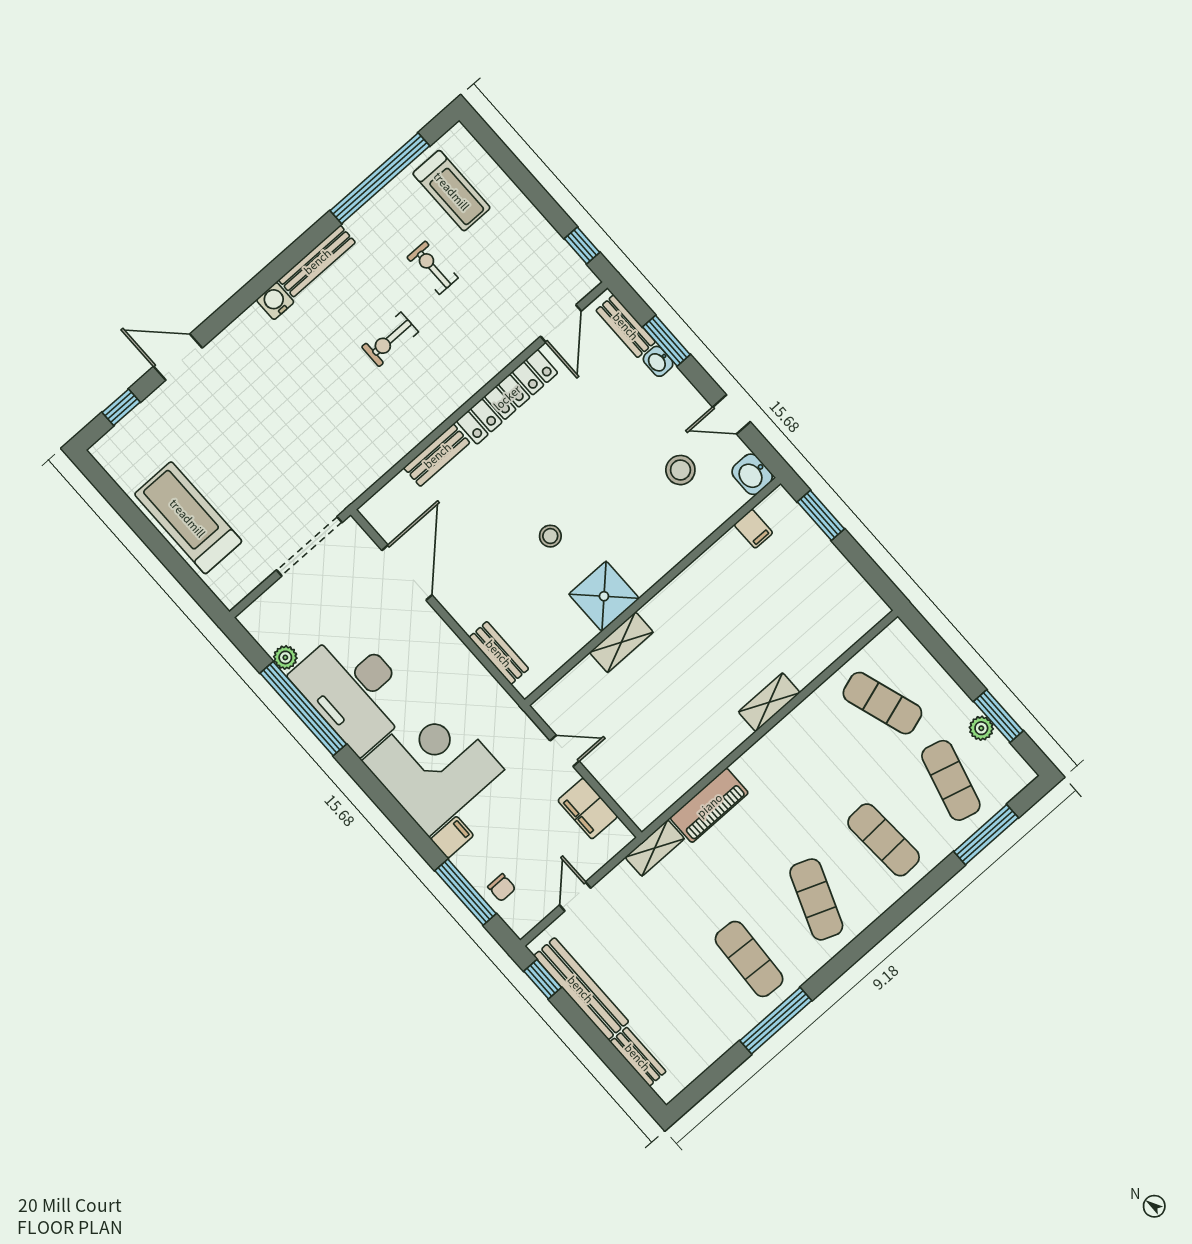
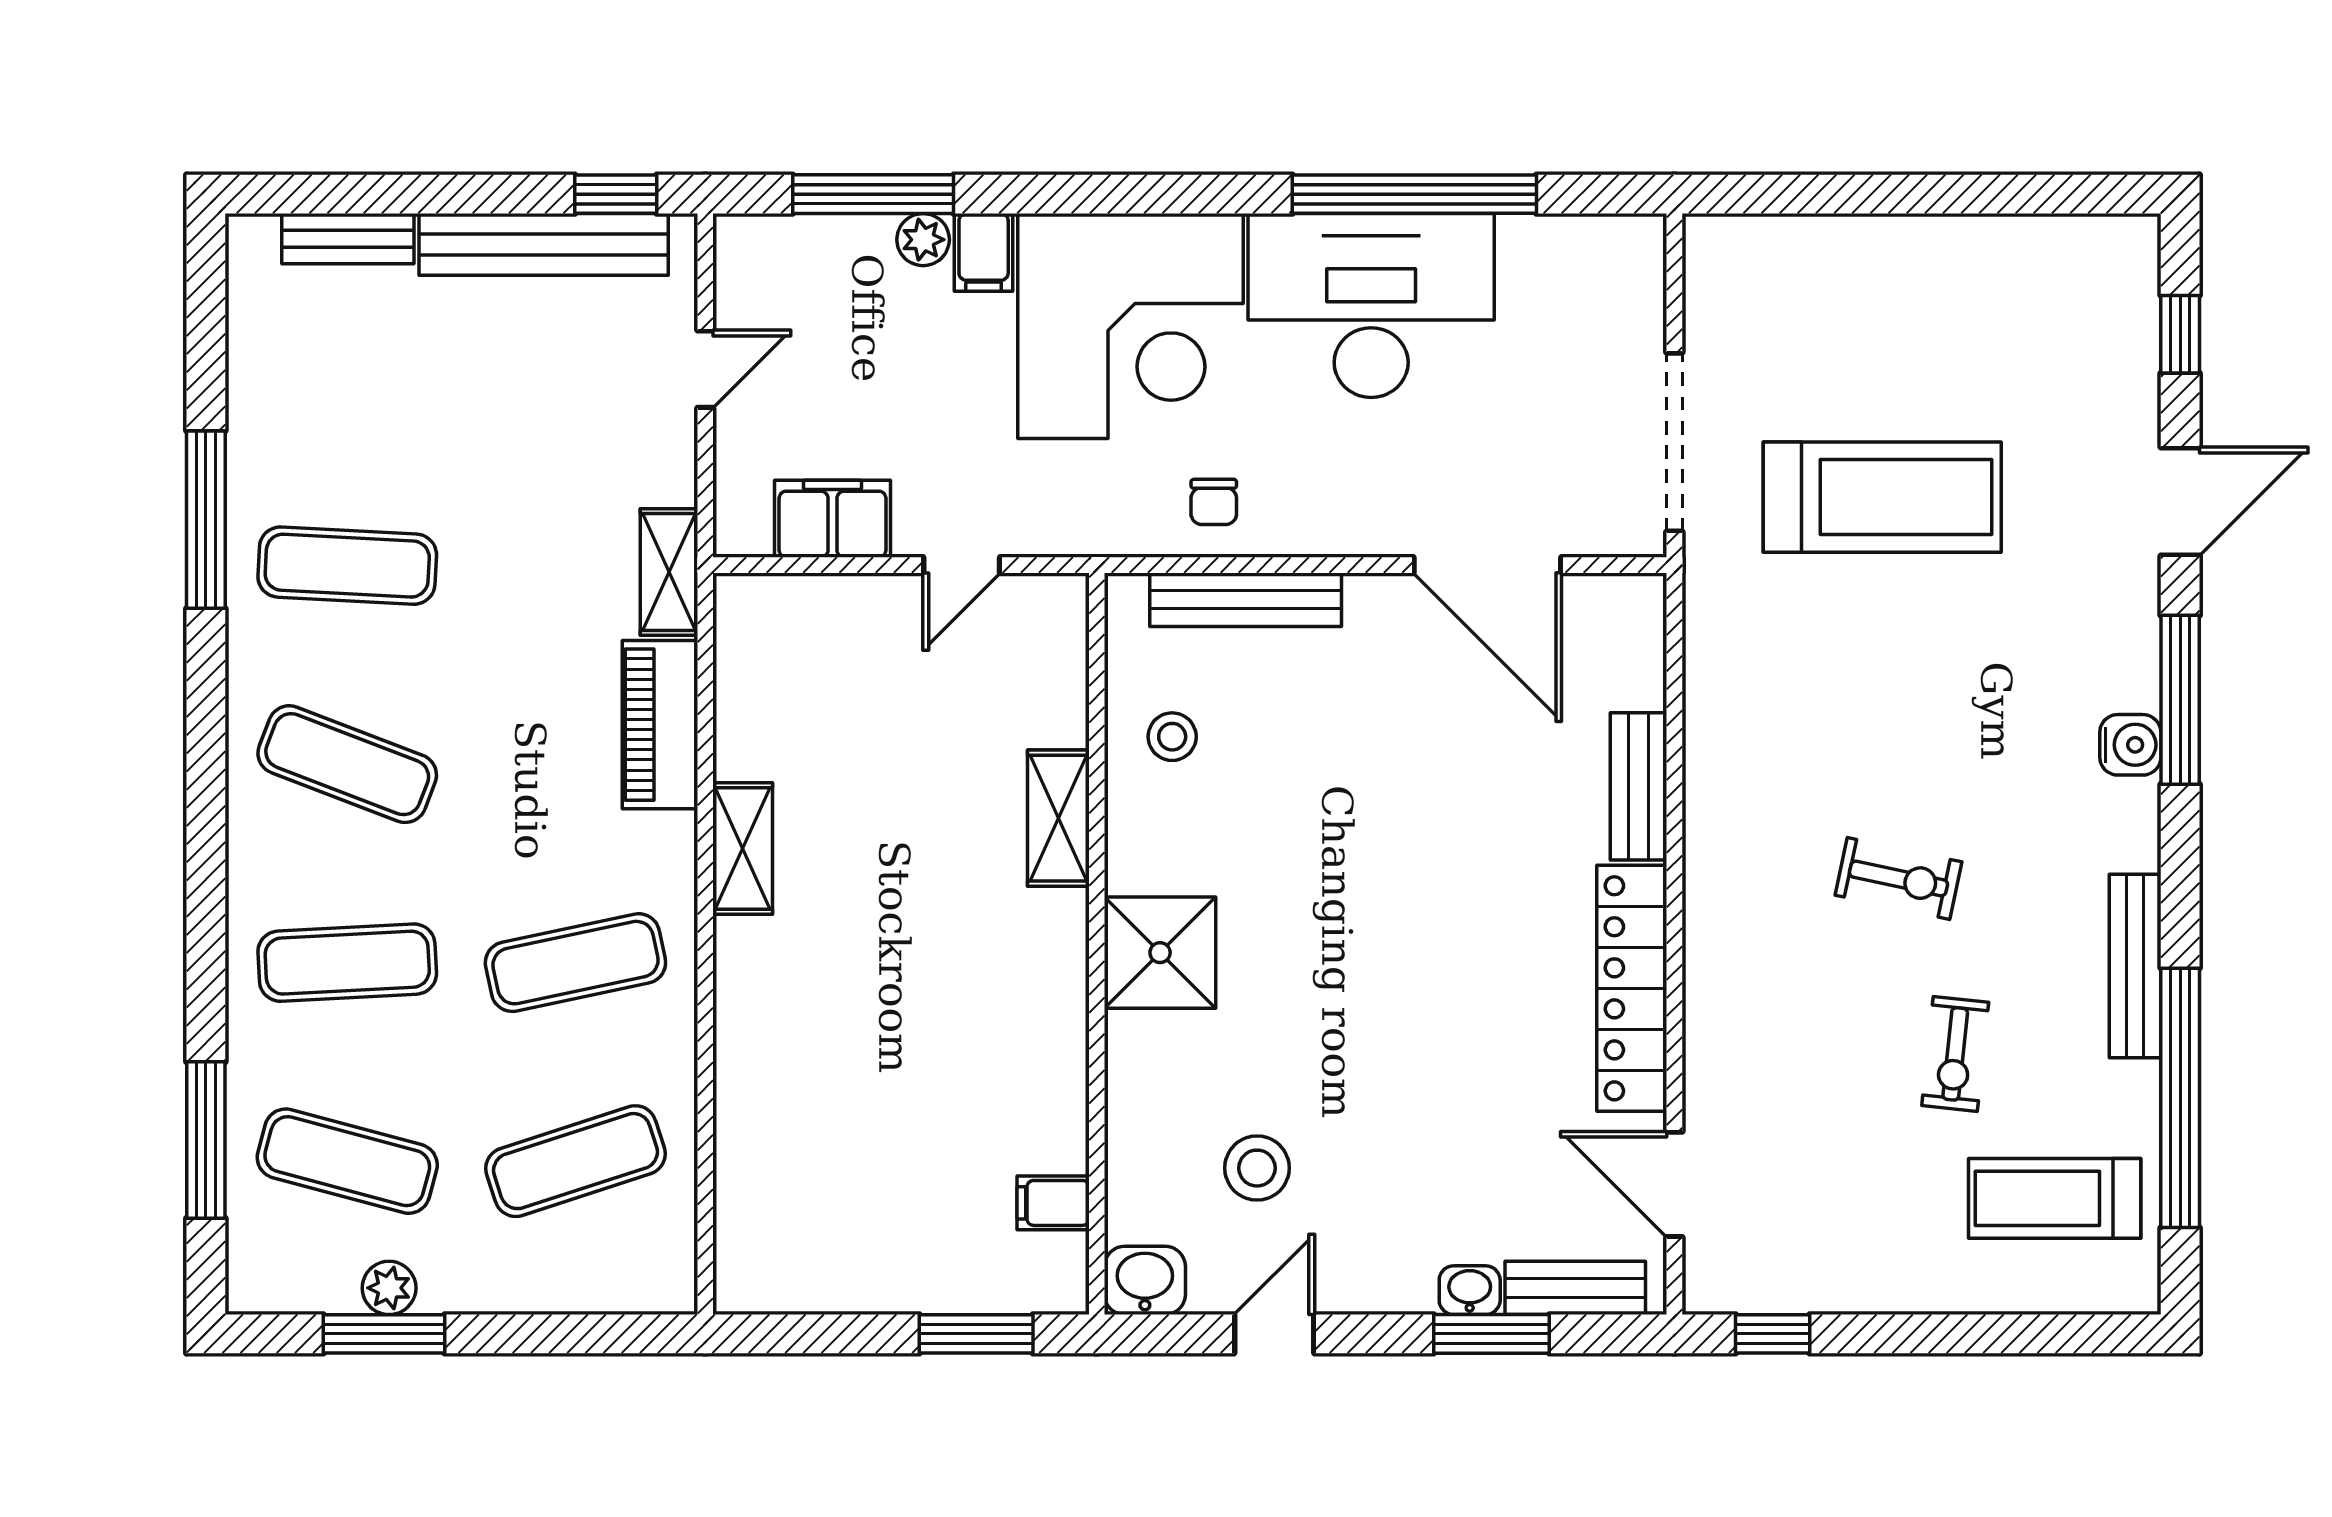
bench: (317, 261) -> (2135, 966), moved
exercise bike: (432, 268) -> (1955, 1054), turned 96
window: (245, 298) -> (2180, 700), added
exercise bike: (390, 339) -> (1898, 878), turned 102
treadmill: (188, 518) -> (1882, 497), moved
stool: (550, 536) -> (1172, 737), moved
shower: (604, 596) -> (1160, 953), moved
bench: (499, 653) -> (1246, 600), width x1.36
plant: (285, 657) -> (923, 240), moved
shelving: (769, 702) -> (743, 849), moved
exercise mat: (815, 763) -> (575, 963), added
chair: (502, 888) -> (1214, 502), moved, turned -90
door: (575, 897) -> (705, 369), hinge flipped

